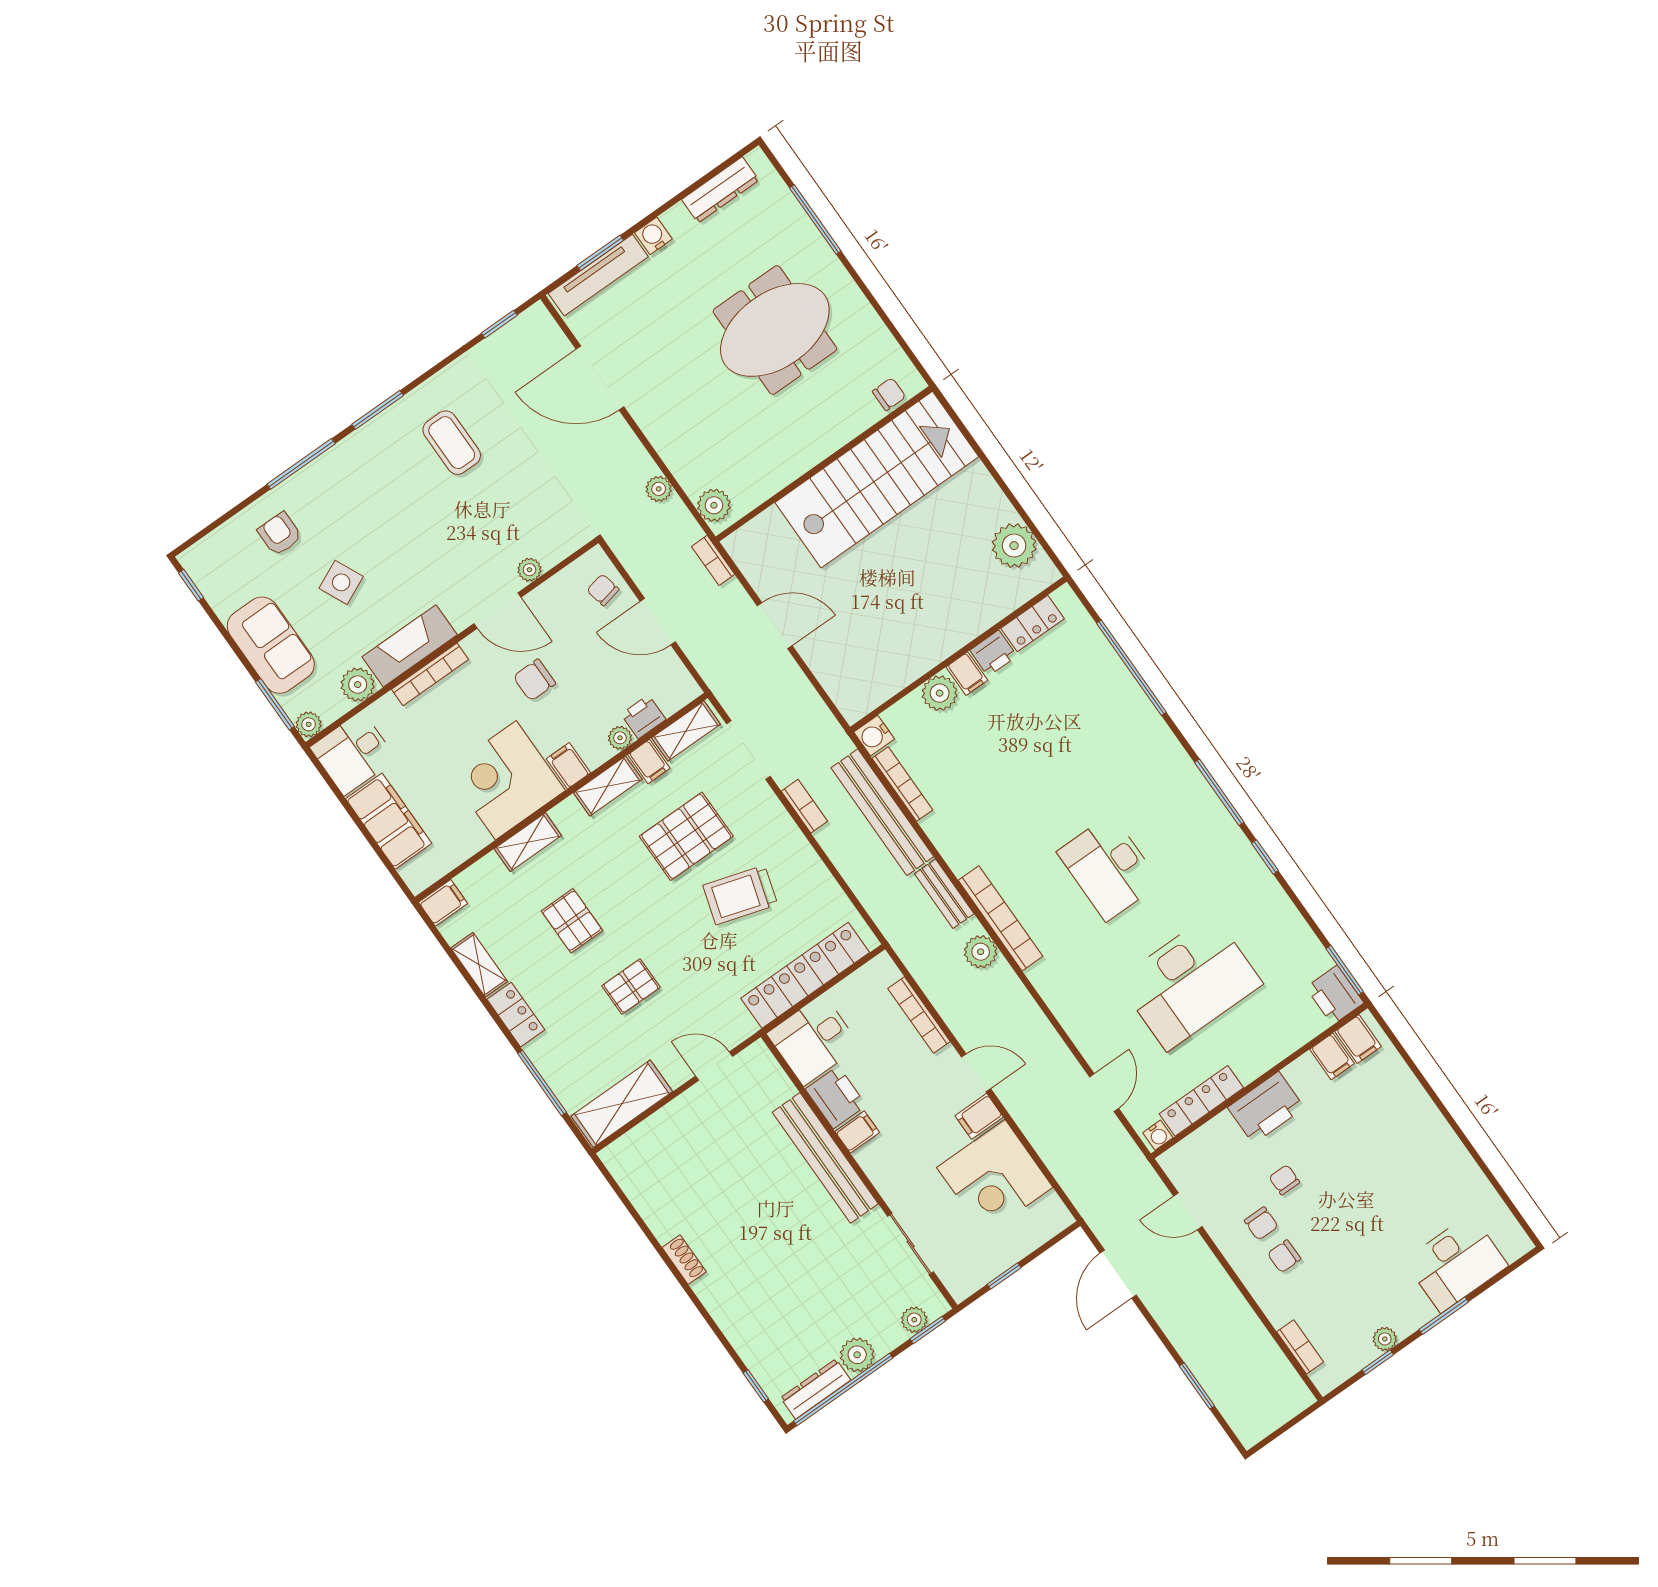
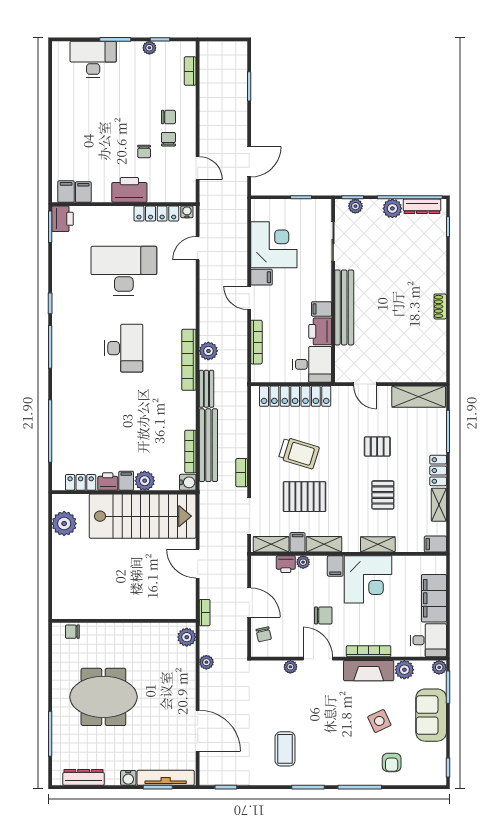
stairs: (877, 480) -> (143, 516), moved, turned 180

